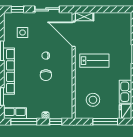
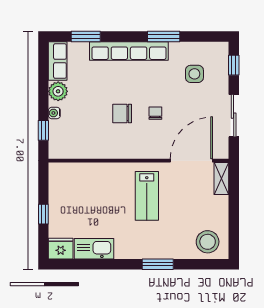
stool: (93, 100) -> (208, 242), moved
plant: (33, 113) -> (58, 91), added
window: (24, 122) -> (43, 76), removed
window: (105, 122) -> (43, 214), width x0.46

